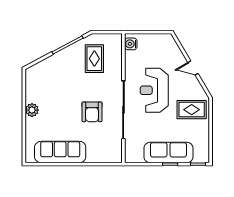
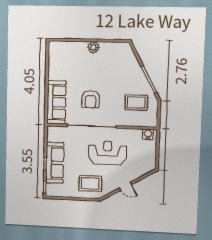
door: (193, 68) -> (125, 186), swing flipped
rug: (192, 110) -> (90, 183), turned 90
armchair: (92, 112) -> (91, 99), turned -90
sofa: (60, 152) -> (56, 102), moved

